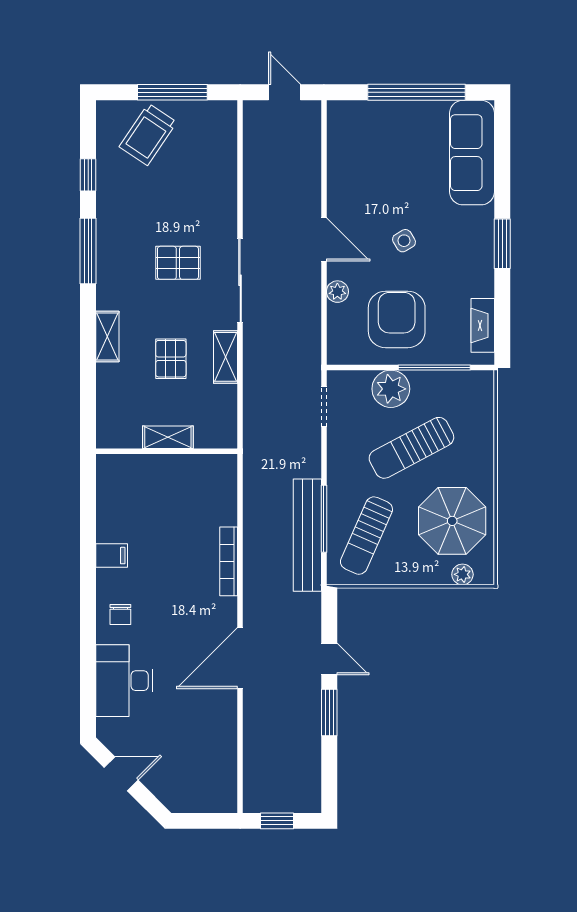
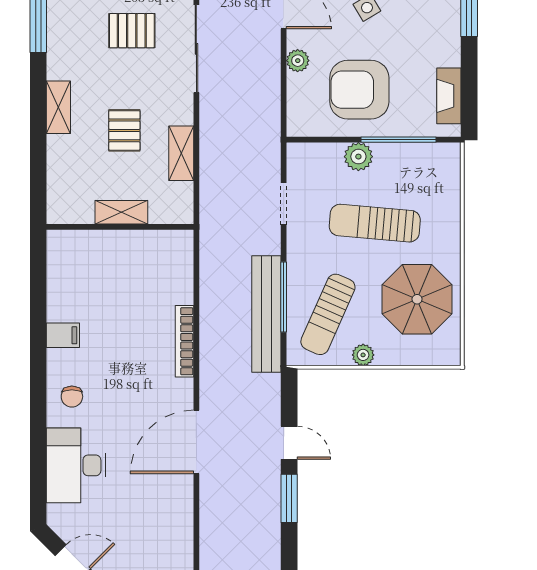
armchair: (397, 319) -> (359, 90), turned -90
shelving: (226, 357) -> (181, 153), moved
plant: (391, 389) -> (358, 157), width x0.73, depth x0.73
doorway: (324, 407) -> (284, 204), moved
sun lounger: (411, 448) -> (375, 223), turned 33
plant: (462, 574) -> (363, 355), moved

